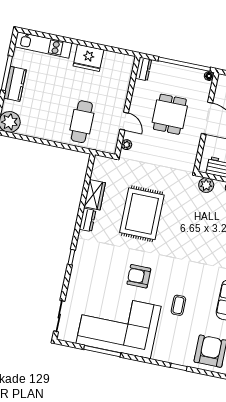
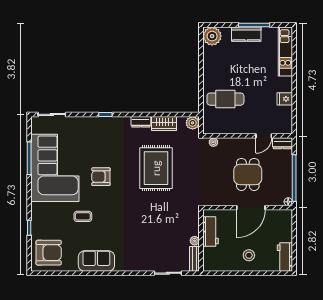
fridge: (88, 58) -> (285, 99), width x0.53, depth x0.75
dining table: (170, 114) -> (248, 174), turned 90
door: (124, 121) -> (264, 136), moved
plant: (206, 185) -> (193, 123), moved
rug: (142, 214) -> (156, 168), turned 90
armchair: (139, 276) -> (101, 177), turned -90

